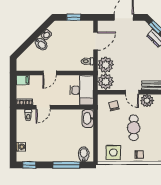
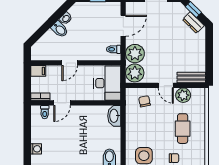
cafe table: (134, 128) -> (183, 129), moved

